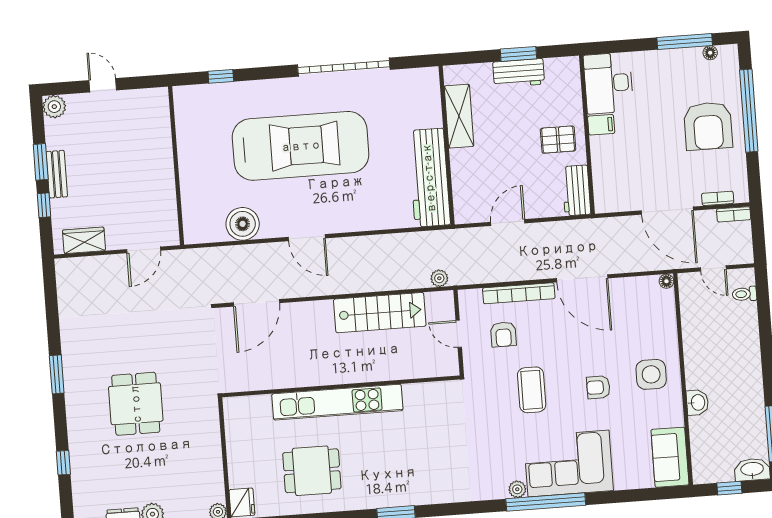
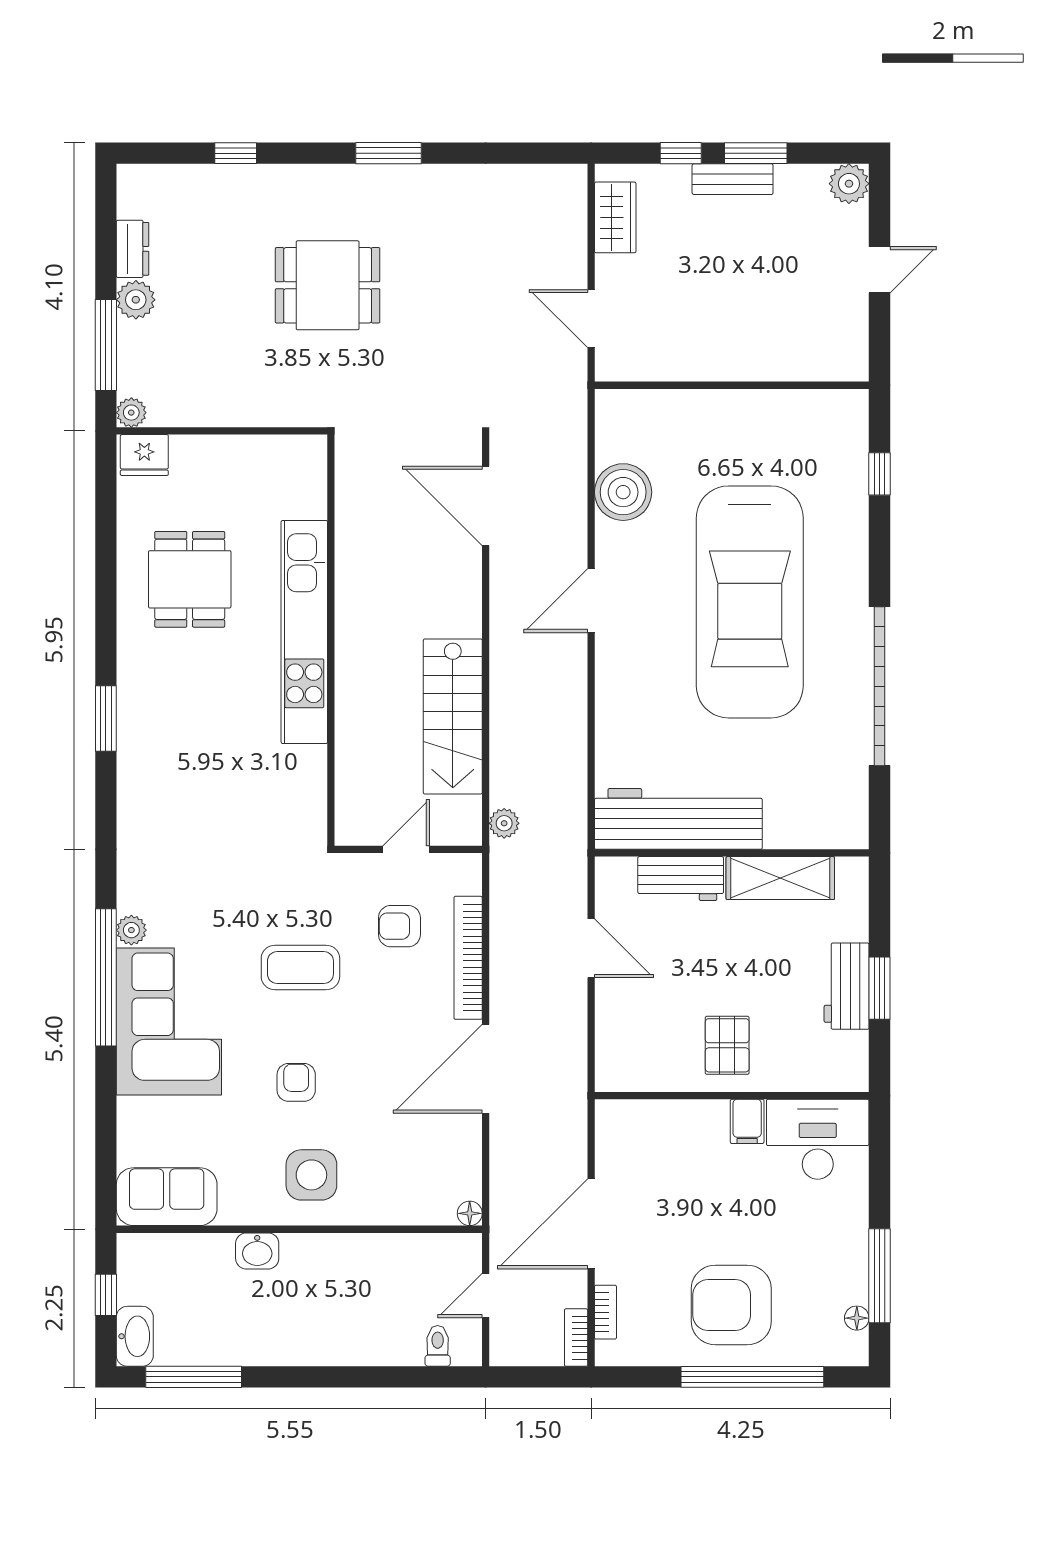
workbench: (576, 190) -> (681, 879), moved, turned 180

